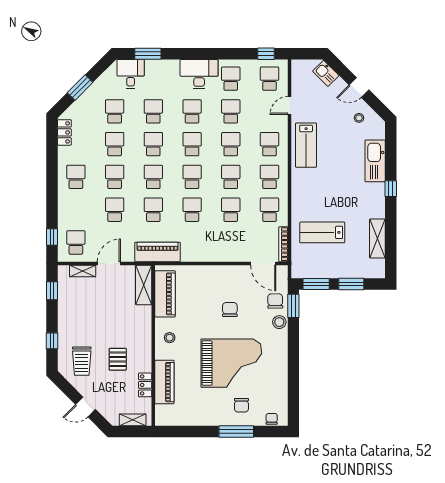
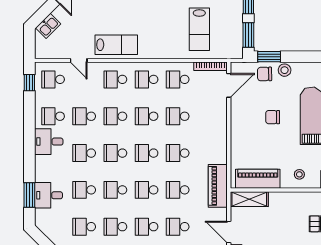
desk: (131, 74) -> (49, 195), moved
desk: (199, 74) -> (49, 142), width x0.73

